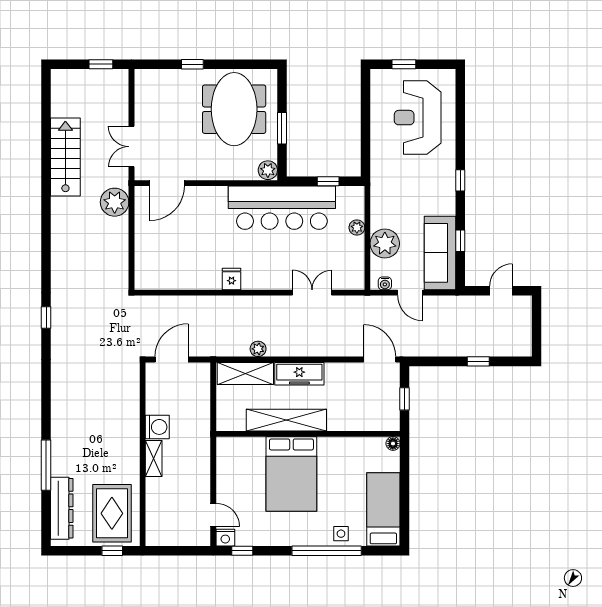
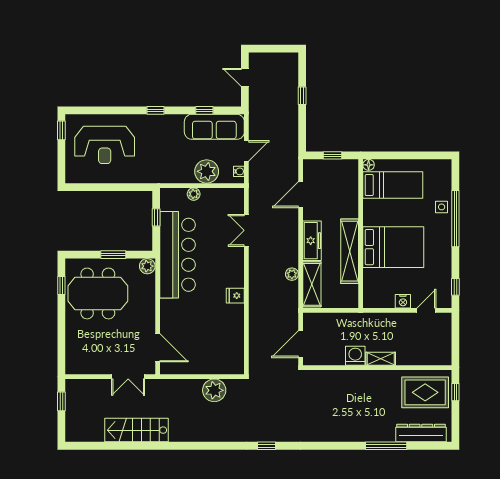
window: (192, 64) -> (61, 285), moved
window: (404, 64) -> (61, 130), moved
plant: (115, 202) -> (214, 390), moved
door: (172, 360) -> (301, 344), hinge flipped
door: (380, 360) -> (301, 195), moved
bed: (383, 509) -> (393, 185), moved, turned 180
nightstand: (225, 538) -> (403, 301), moved, turned 90

